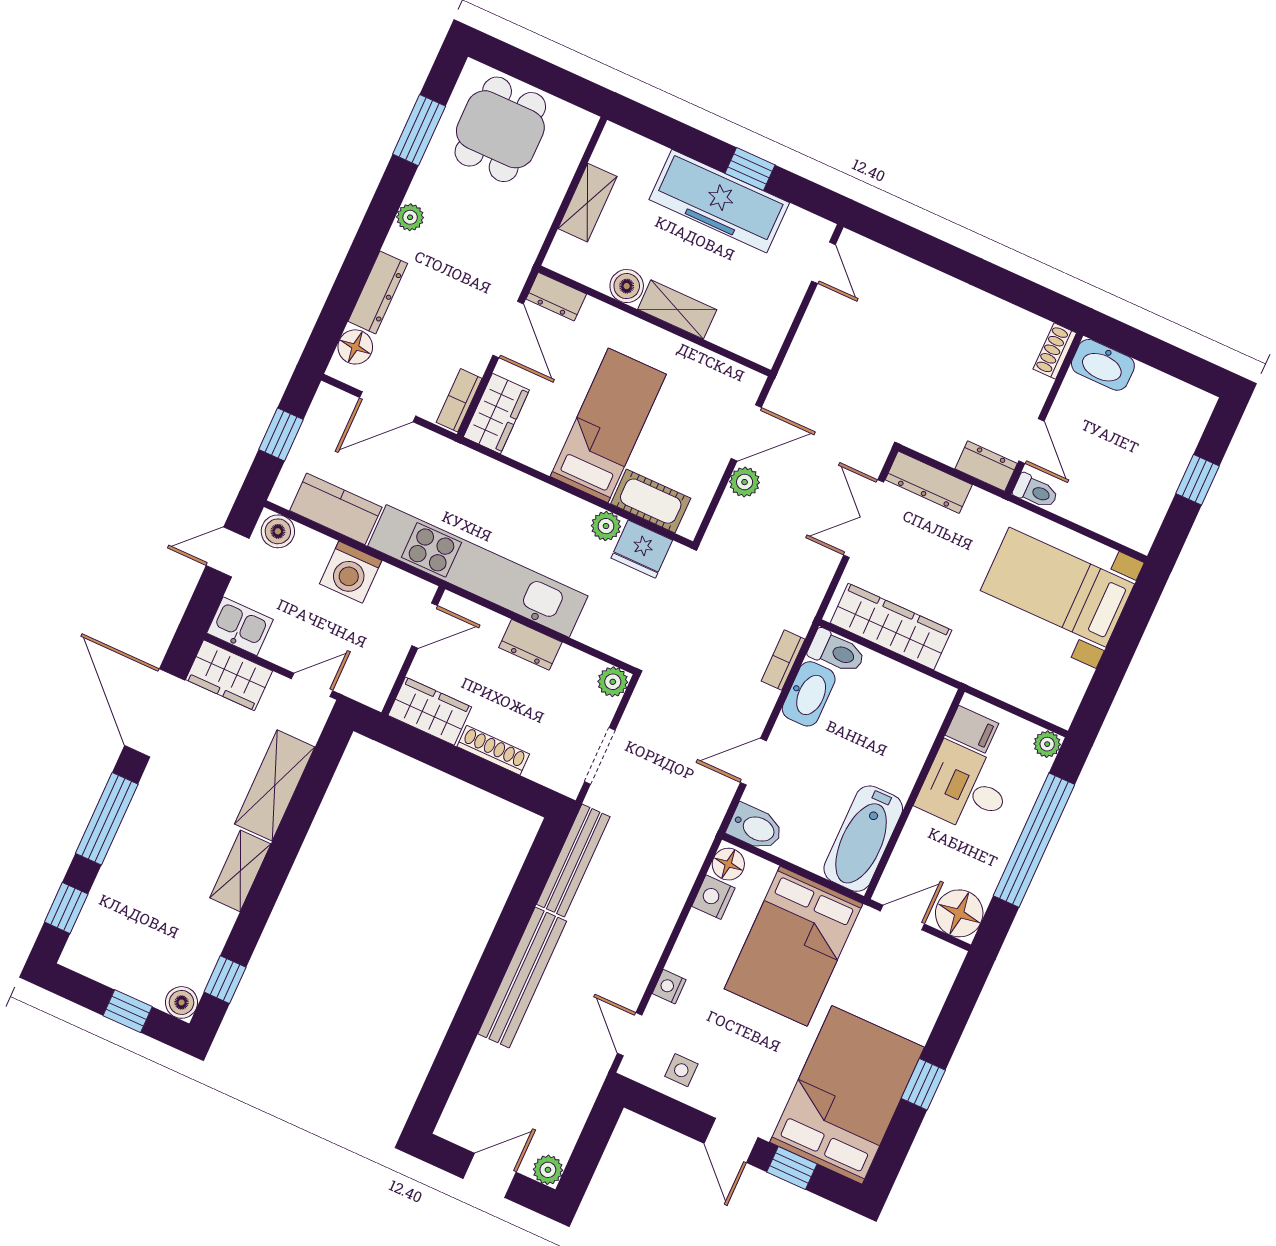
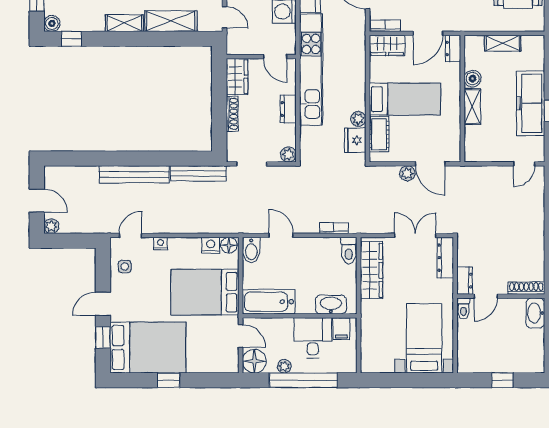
shoe rack: (1055, 351) -> (526, 288), width x1.43
washbasin: (809, 694) -> (331, 305), moved, turned 180
plant: (1047, 744) -> (284, 366), moved

